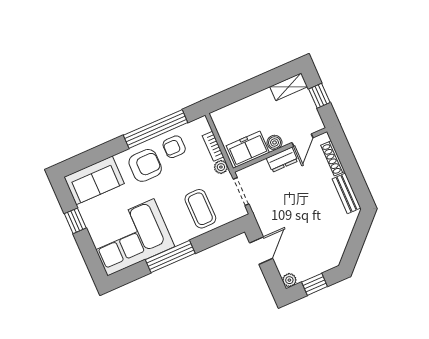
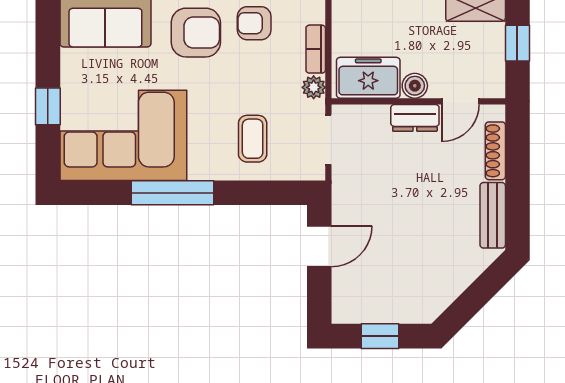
coffee table: (200, 209) -> (253, 139), width x0.73, depth x0.77
window: (75, 221) -> (48, 106), moved
plant: (289, 280) -> (343, 312), removed

